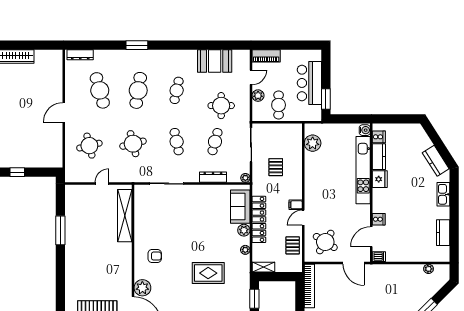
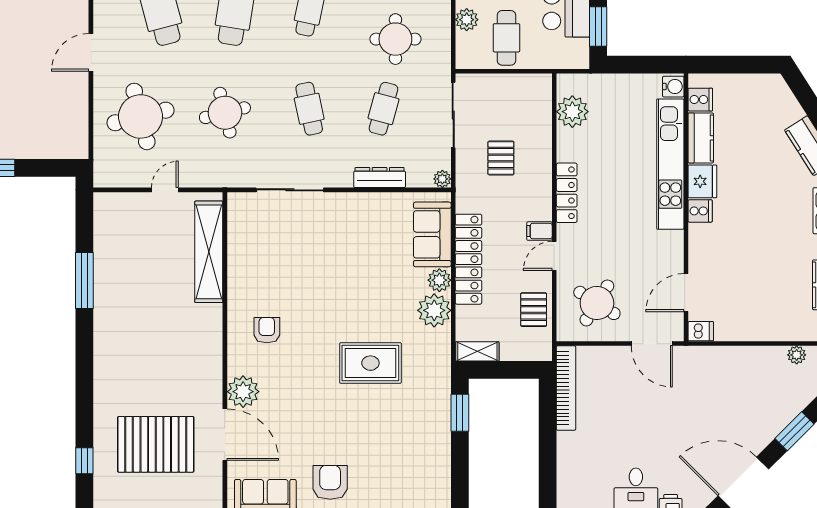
round table: (89, 146) -> (141, 116), width x1.36, depth x1.36
locker: (310, 185) -> (567, 193), added
cooker: (379, 219) -> (700, 211), moved
plant: (245, 250) -> (434, 310), width x1.88, depth x1.88
armchair: (155, 256) -> (267, 330), turned -90

